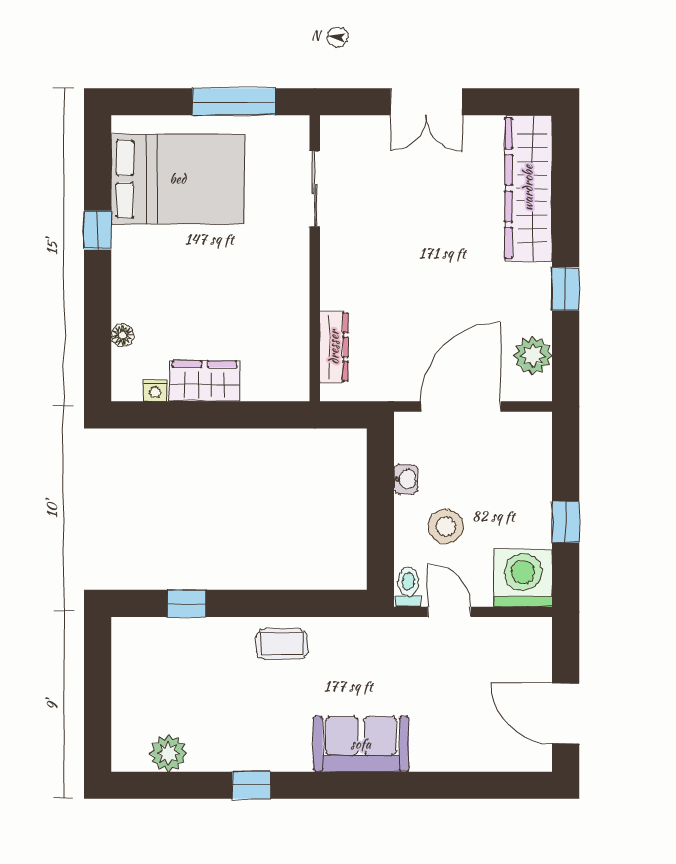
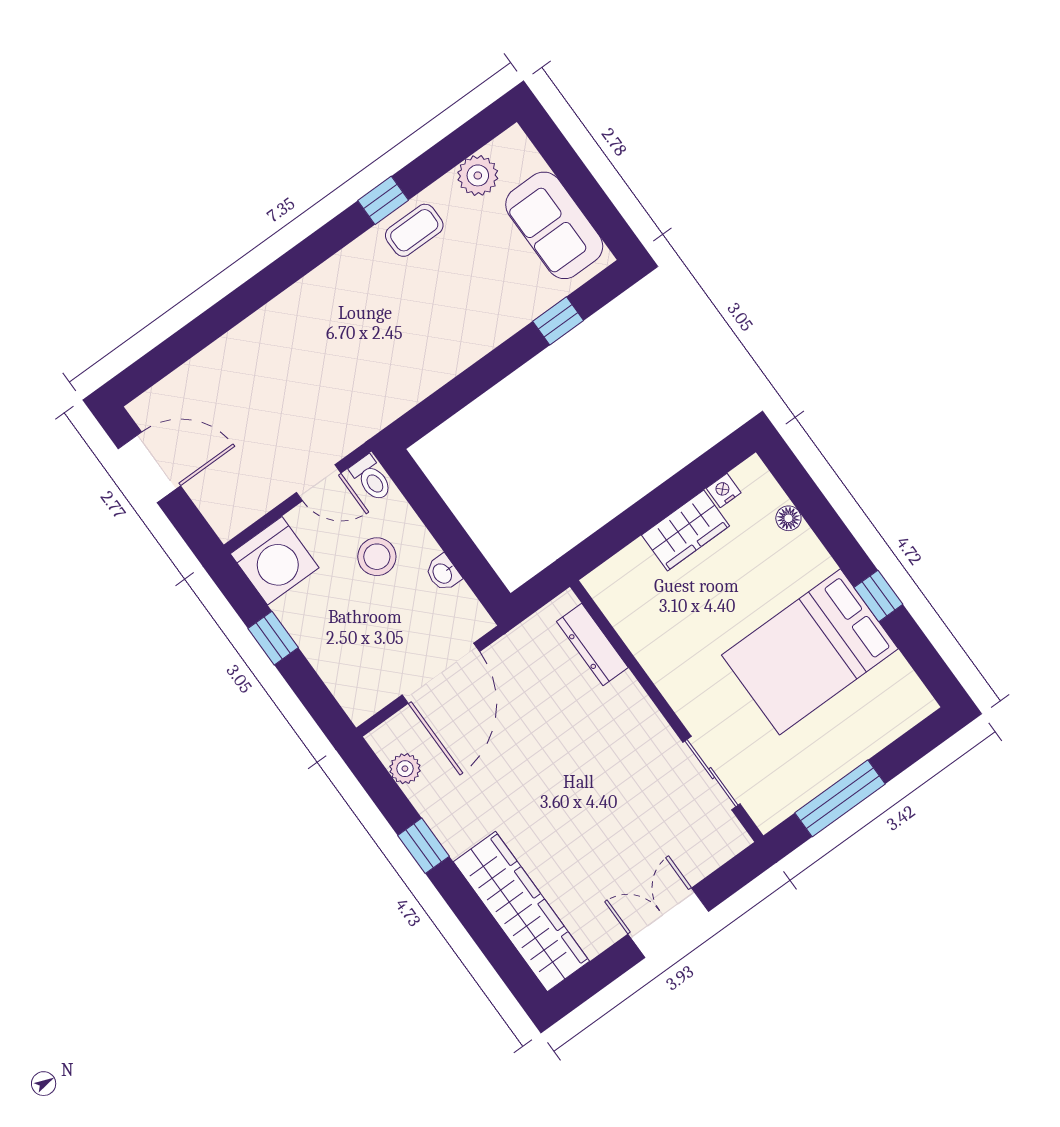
bed: (178, 179) -> (810, 652), moved
plant: (533, 355) -> (405, 769), width x0.73, depth x0.73
coffee table: (282, 644) -> (414, 230), moved
sofa: (361, 744) -> (554, 225), moved, turned 90

